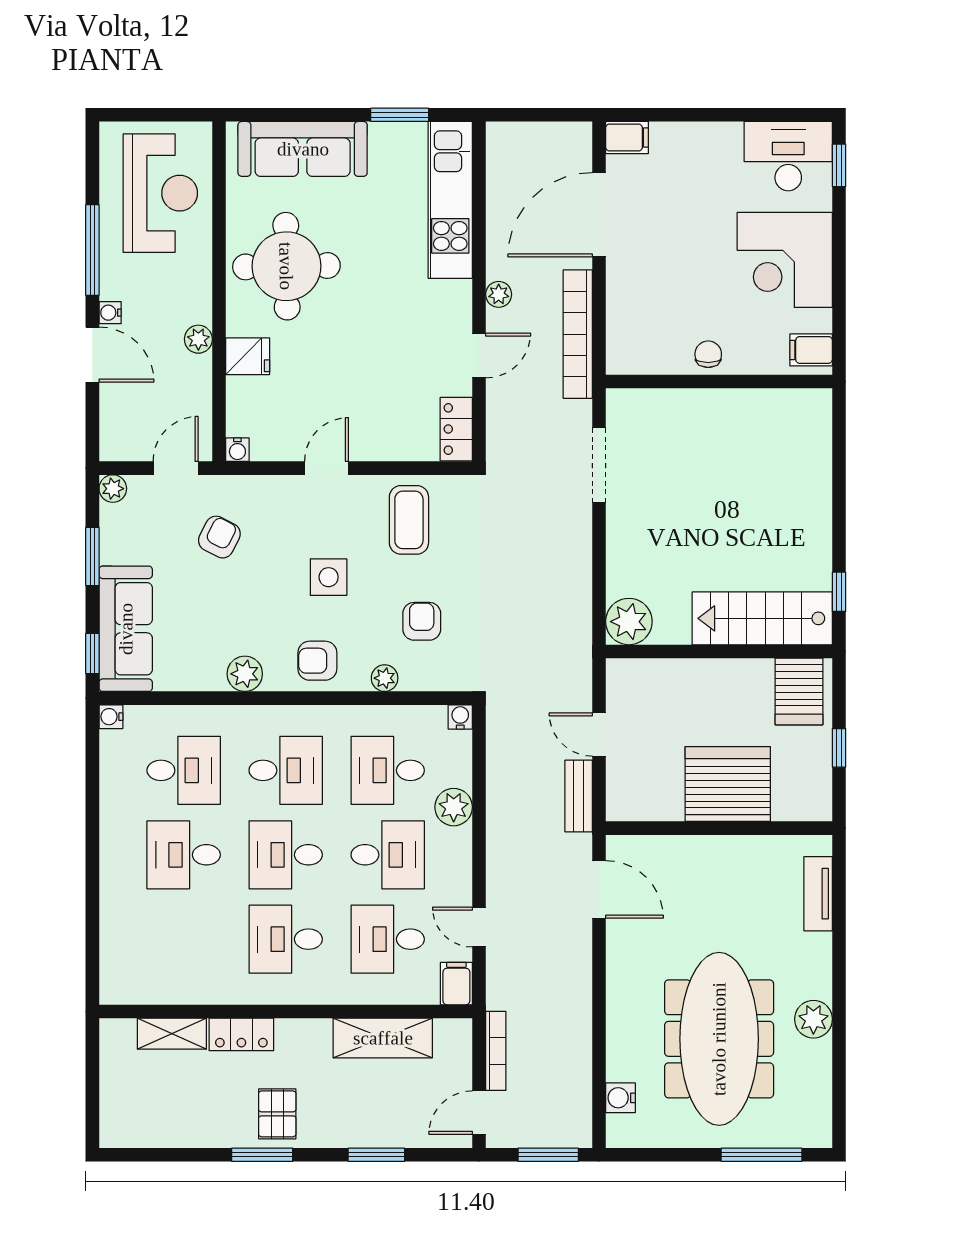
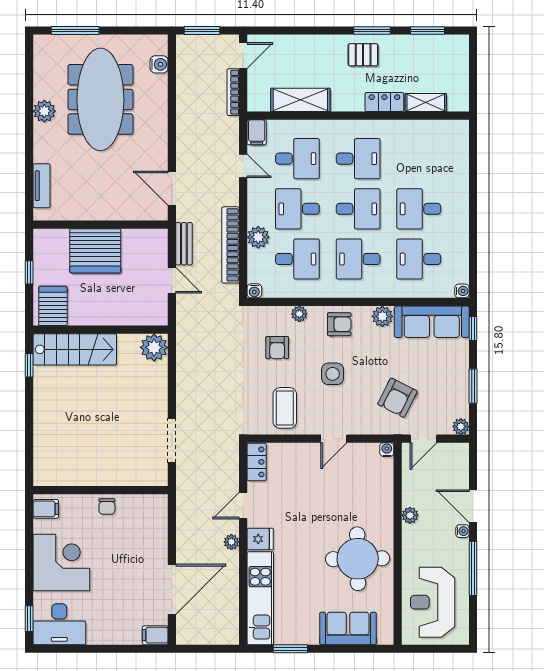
sofa: (303, 149) -> (348, 628), width x0.73
bookcase: (578, 334) -> (231, 245), moved, turned 180
fridge: (248, 356) -> (260, 539), moved, turned 180
armchair: (219, 537) -> (397, 398), width x1.38, depth x1.38
sofa: (126, 629) -> (432, 322), moved, turned -90
desk: (184, 855) -> (419, 209), turned 180
pallet: (277, 1114) -> (363, 55), turned 90
window: (376, 1155) -> (428, 31), moved

